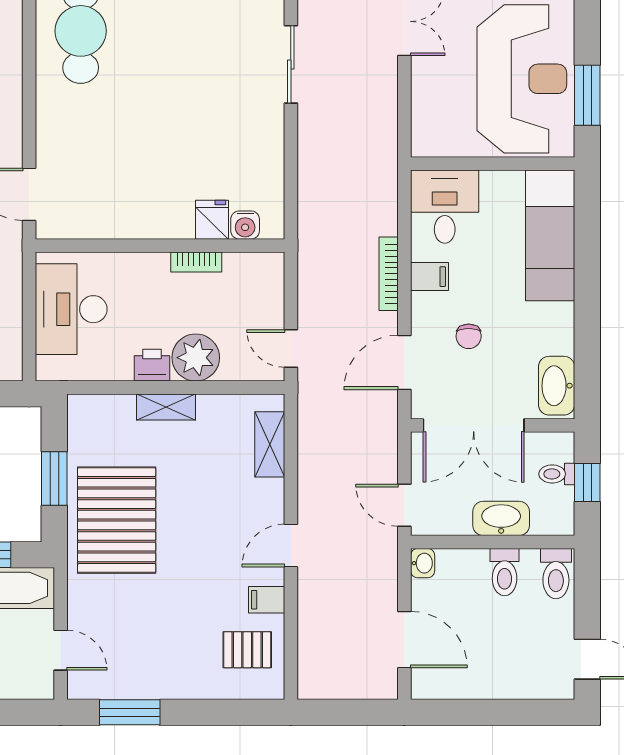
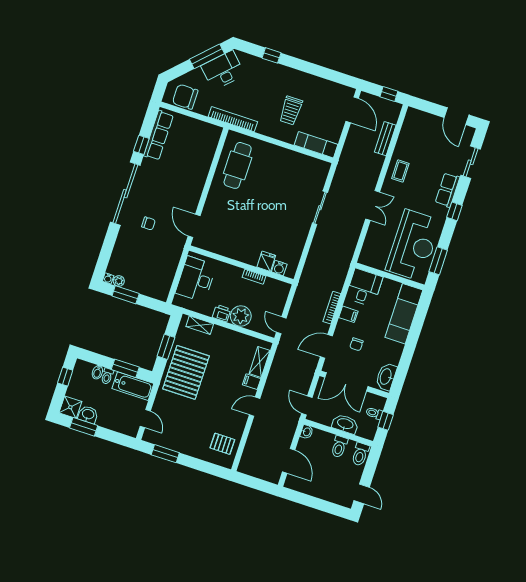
shelving: (166, 407) -> (200, 325), moved
filing cabinet: (267, 600) -> (252, 382), moved

